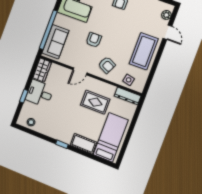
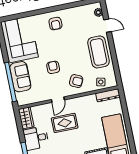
sofa: (55, 42) -> (20, 77), moved
rug: (95, 102) -> (65, 123), moved

